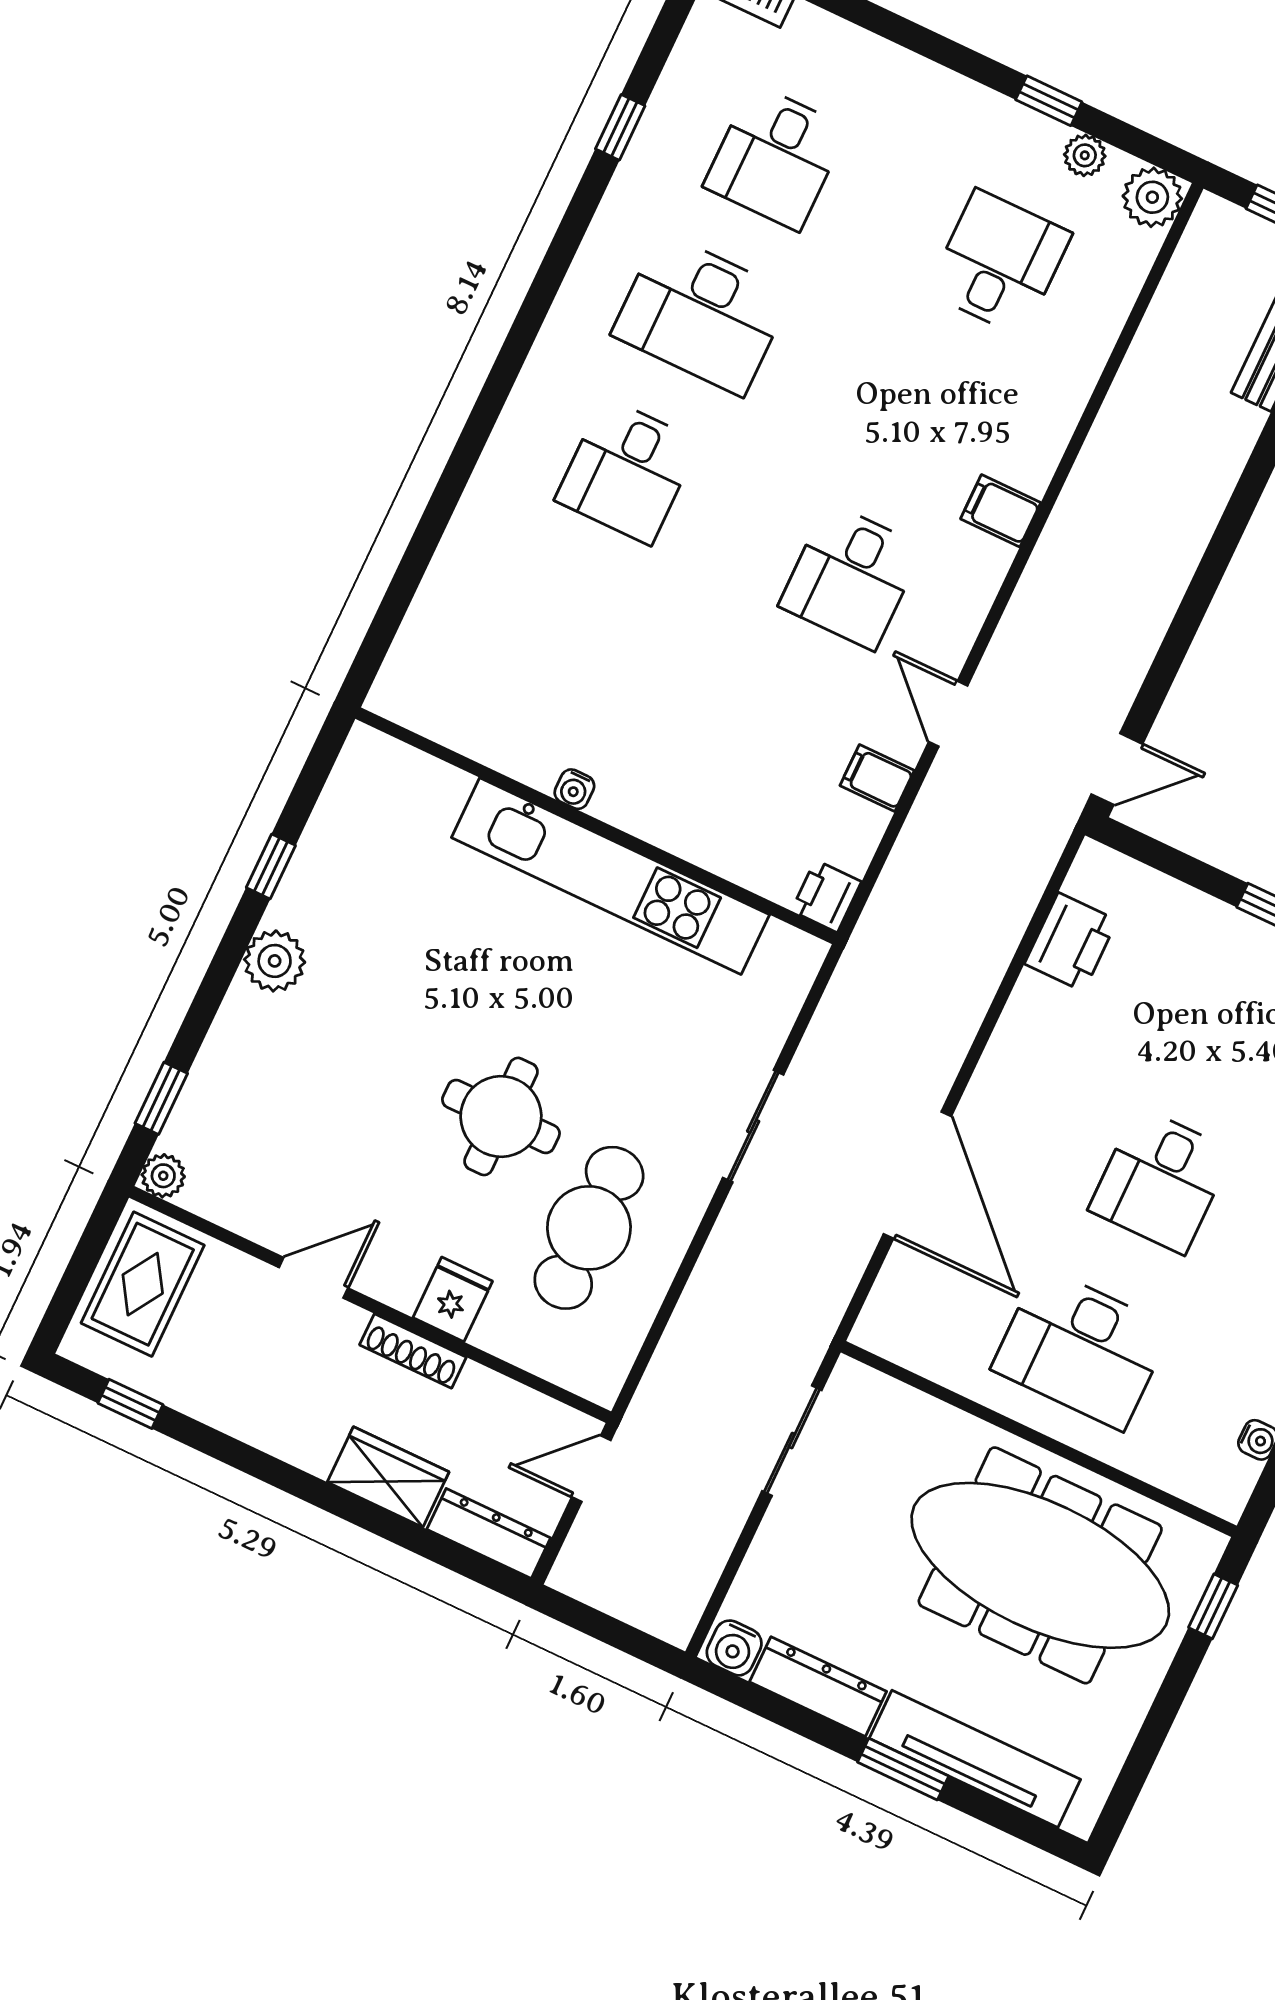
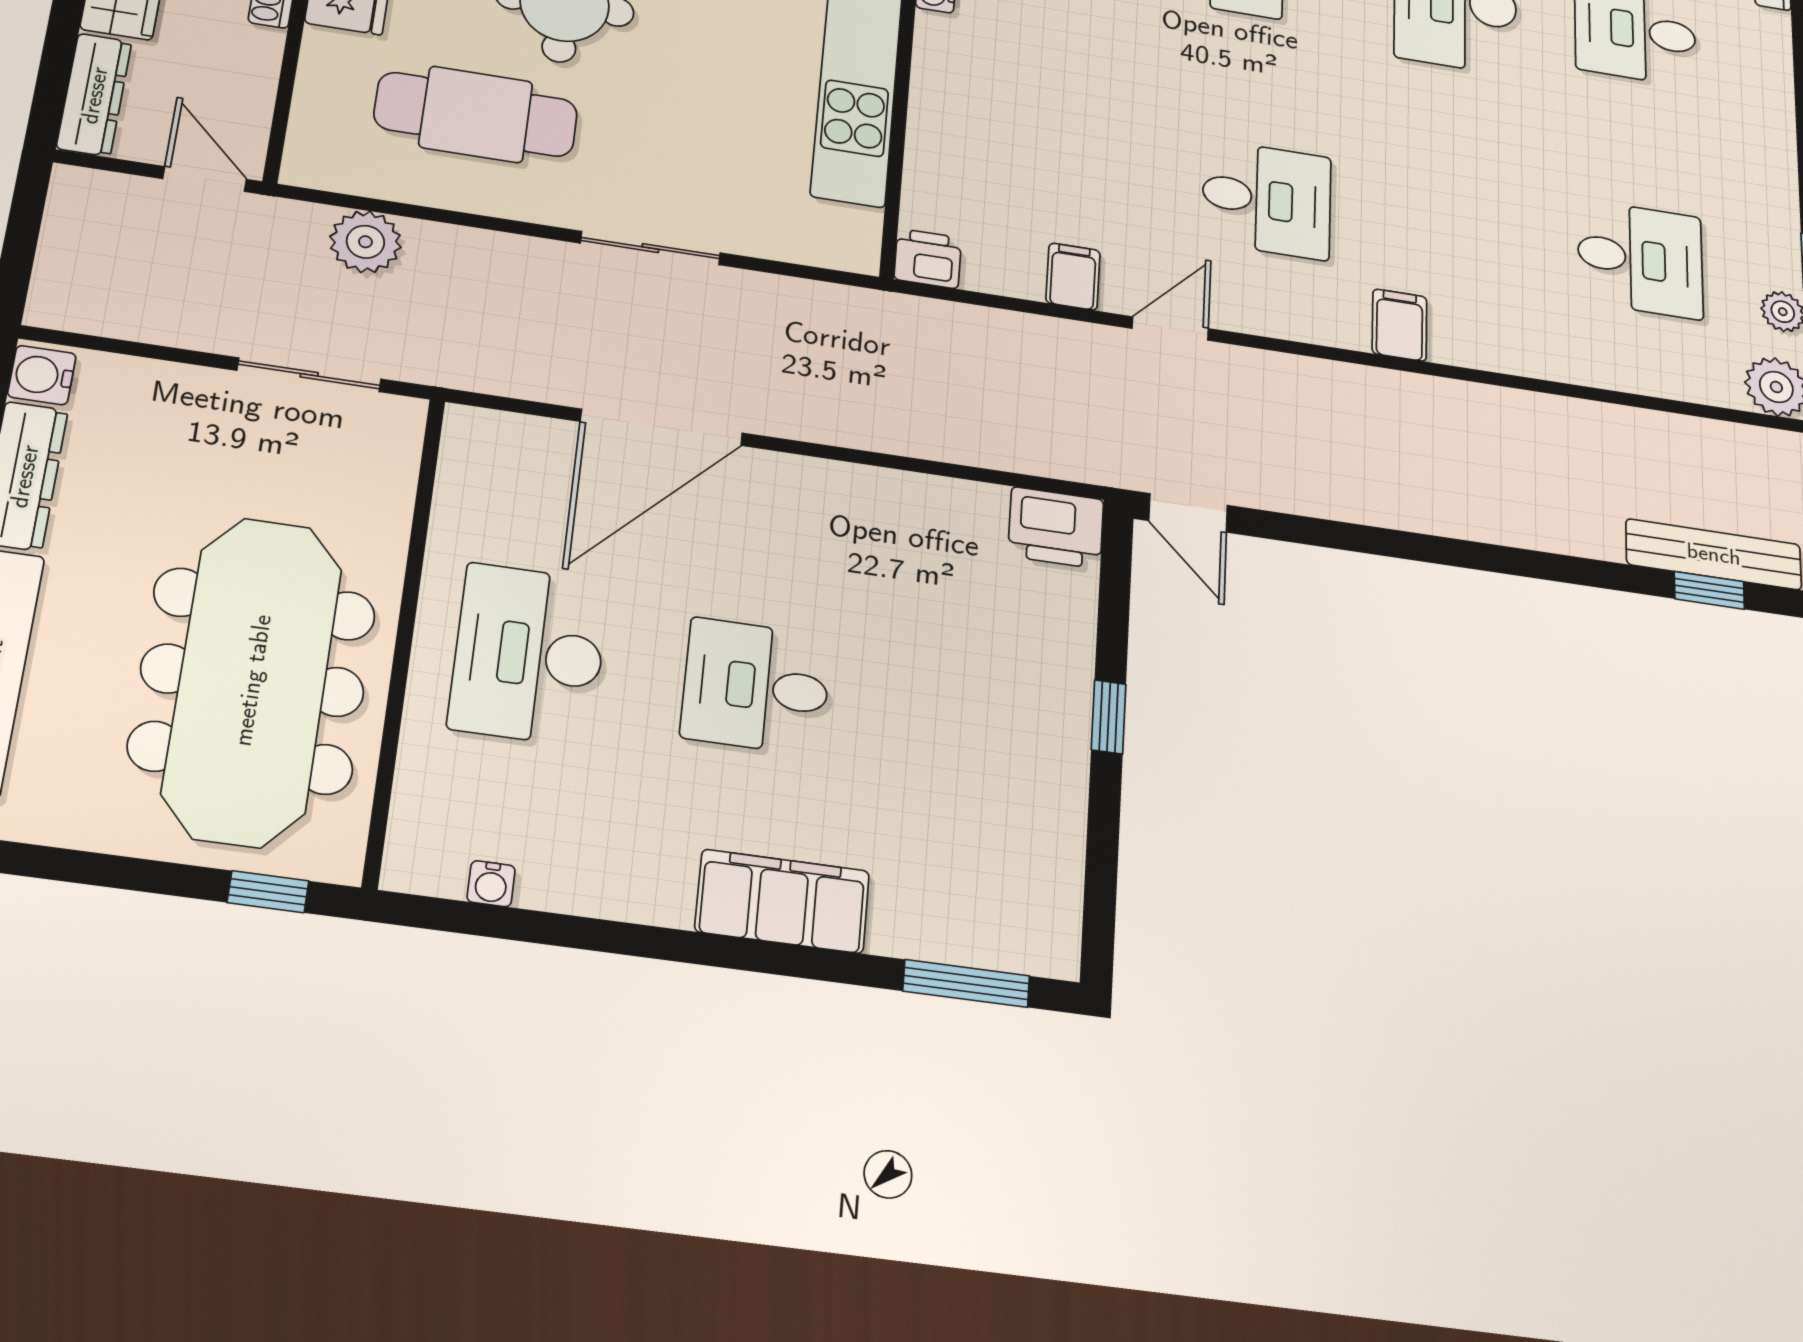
desk: (851, 577) -> (1267, 199), turned 180
printer: (1071, 942) -> (1056, 528), moved
plant: (684, 1357) -> (365, 242), added

